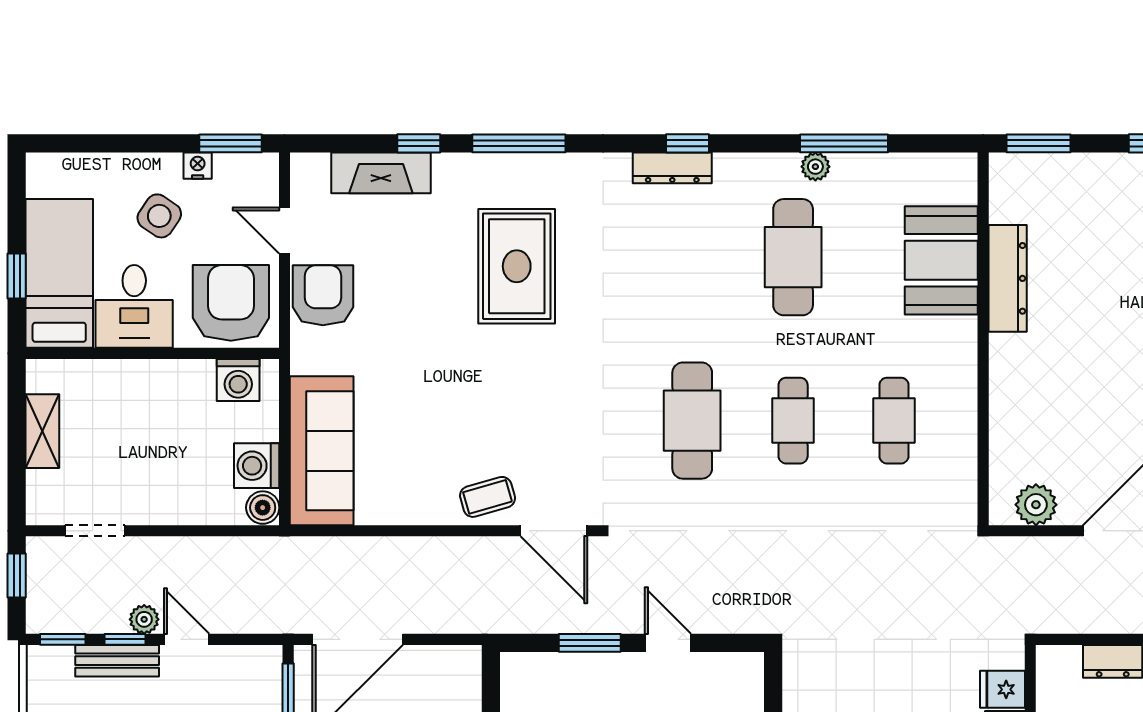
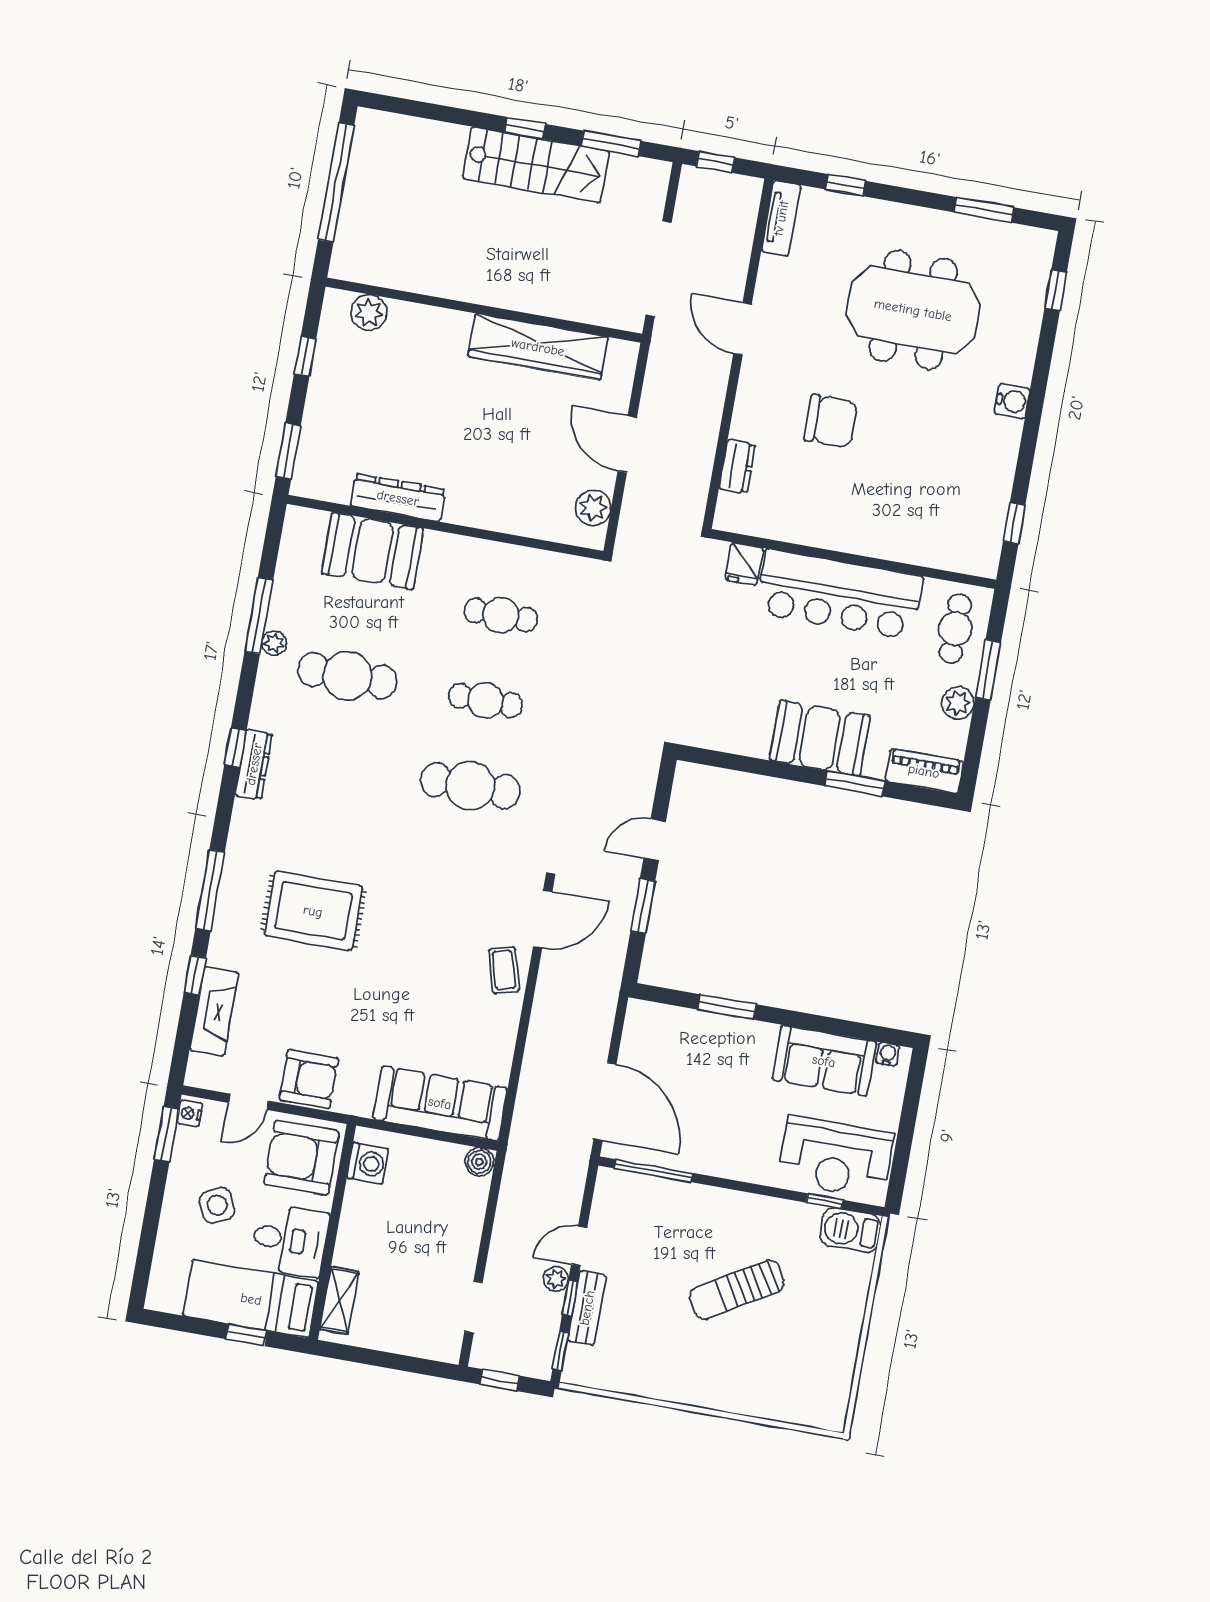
nightstand: (198, 166) -> (190, 1113), moved
side table: (159, 216) -> (217, 1205), turned 31
armchair: (323, 295) -> (309, 1079), turned 180
shelving: (42, 431) -> (339, 1301), moved, turned 90
washing machine: (257, 466) -> (443, 1161), removed

